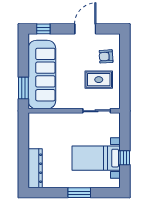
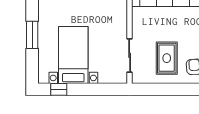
window: (125, 158) -> (59, 89), moved

